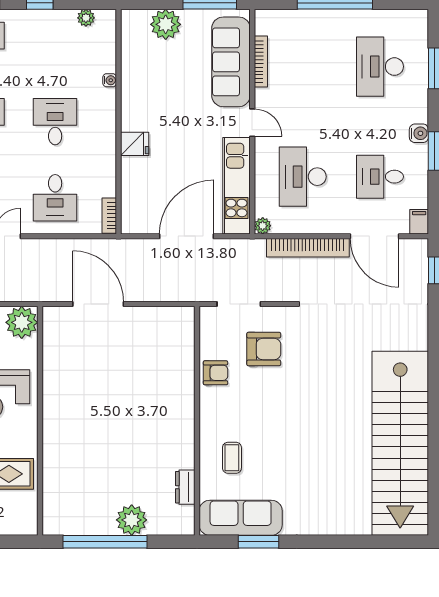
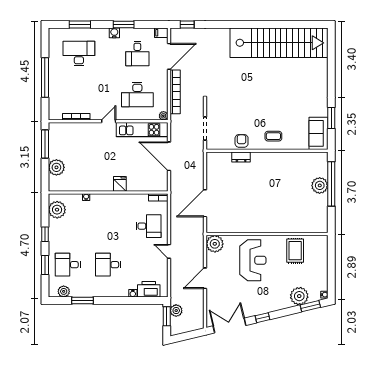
plant: (86, 18) -> (57, 210), width x1.88, depth x1.88
sofa: (231, 62) -> (76, 133), removed
desk: (380, 67) -> (79, 54), turned 180
desk: (55, 122) -> (108, 226), removed
armchair: (264, 349) -> (229, 115), removed
coffee table: (232, 458) -> (273, 136), moved
dresser: (185, 487) -> (241, 157), moved
sofa: (241, 518) -> (319, 133), width x0.73
window: (105, 542) -> (331, 184), moved

